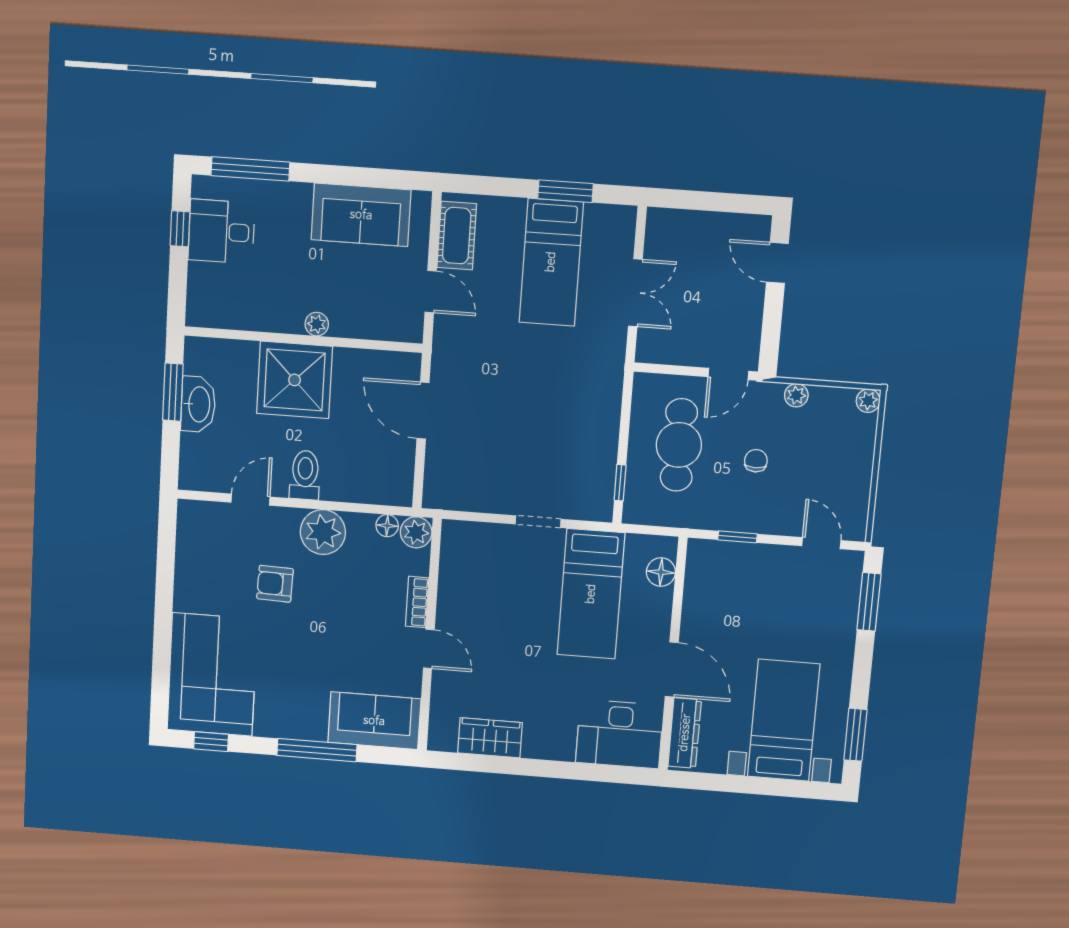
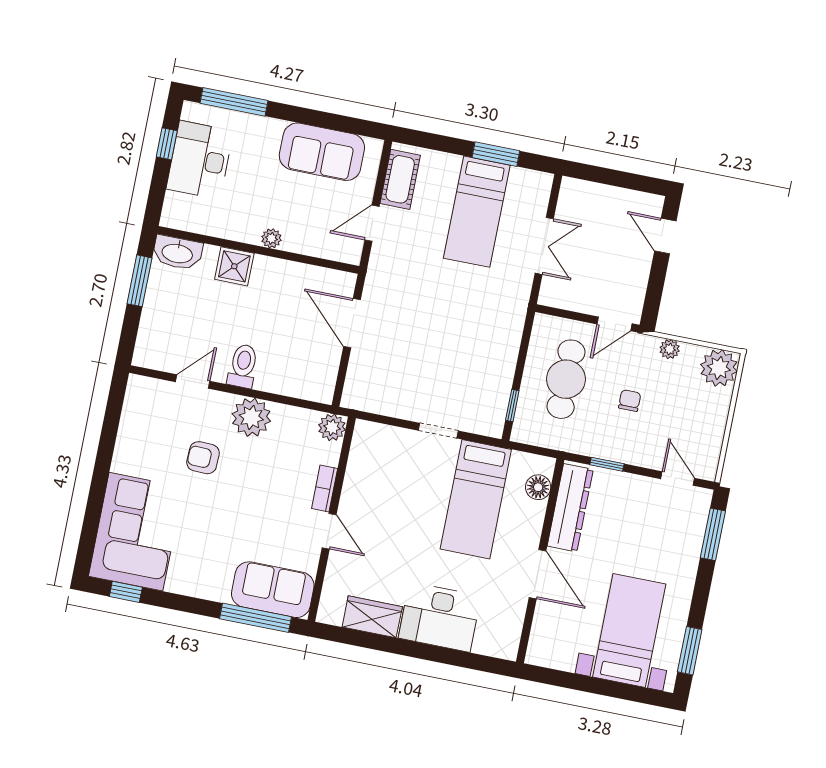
desk: (221, 232) -> (200, 160), width x1.37
door: (431, 292) -> (372, 223), swing flipped
shower: (295, 380) -> (234, 266), width x0.54, depth x0.54
plant: (868, 401) -> (719, 368), width x1.88, depth x1.88
washbasin: (198, 404) -> (177, 253), moved, turned 90
floor lamp: (387, 526) -> (308, 418), removed
dresser: (685, 733) -> (570, 508), moved, width x1.37, depth x1.24
desk: (620, 734) -> (440, 617), moved
window: (317, 750) -> (256, 618), moved

